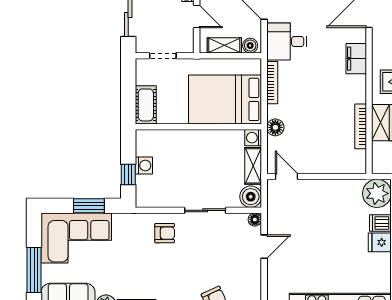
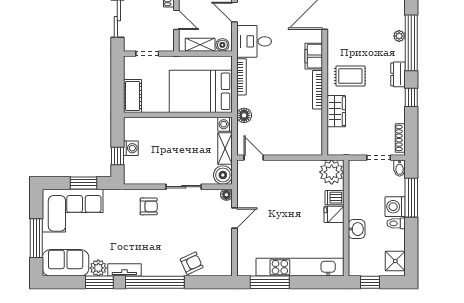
bookcase: (361, 126) -> (318, 90), moved

